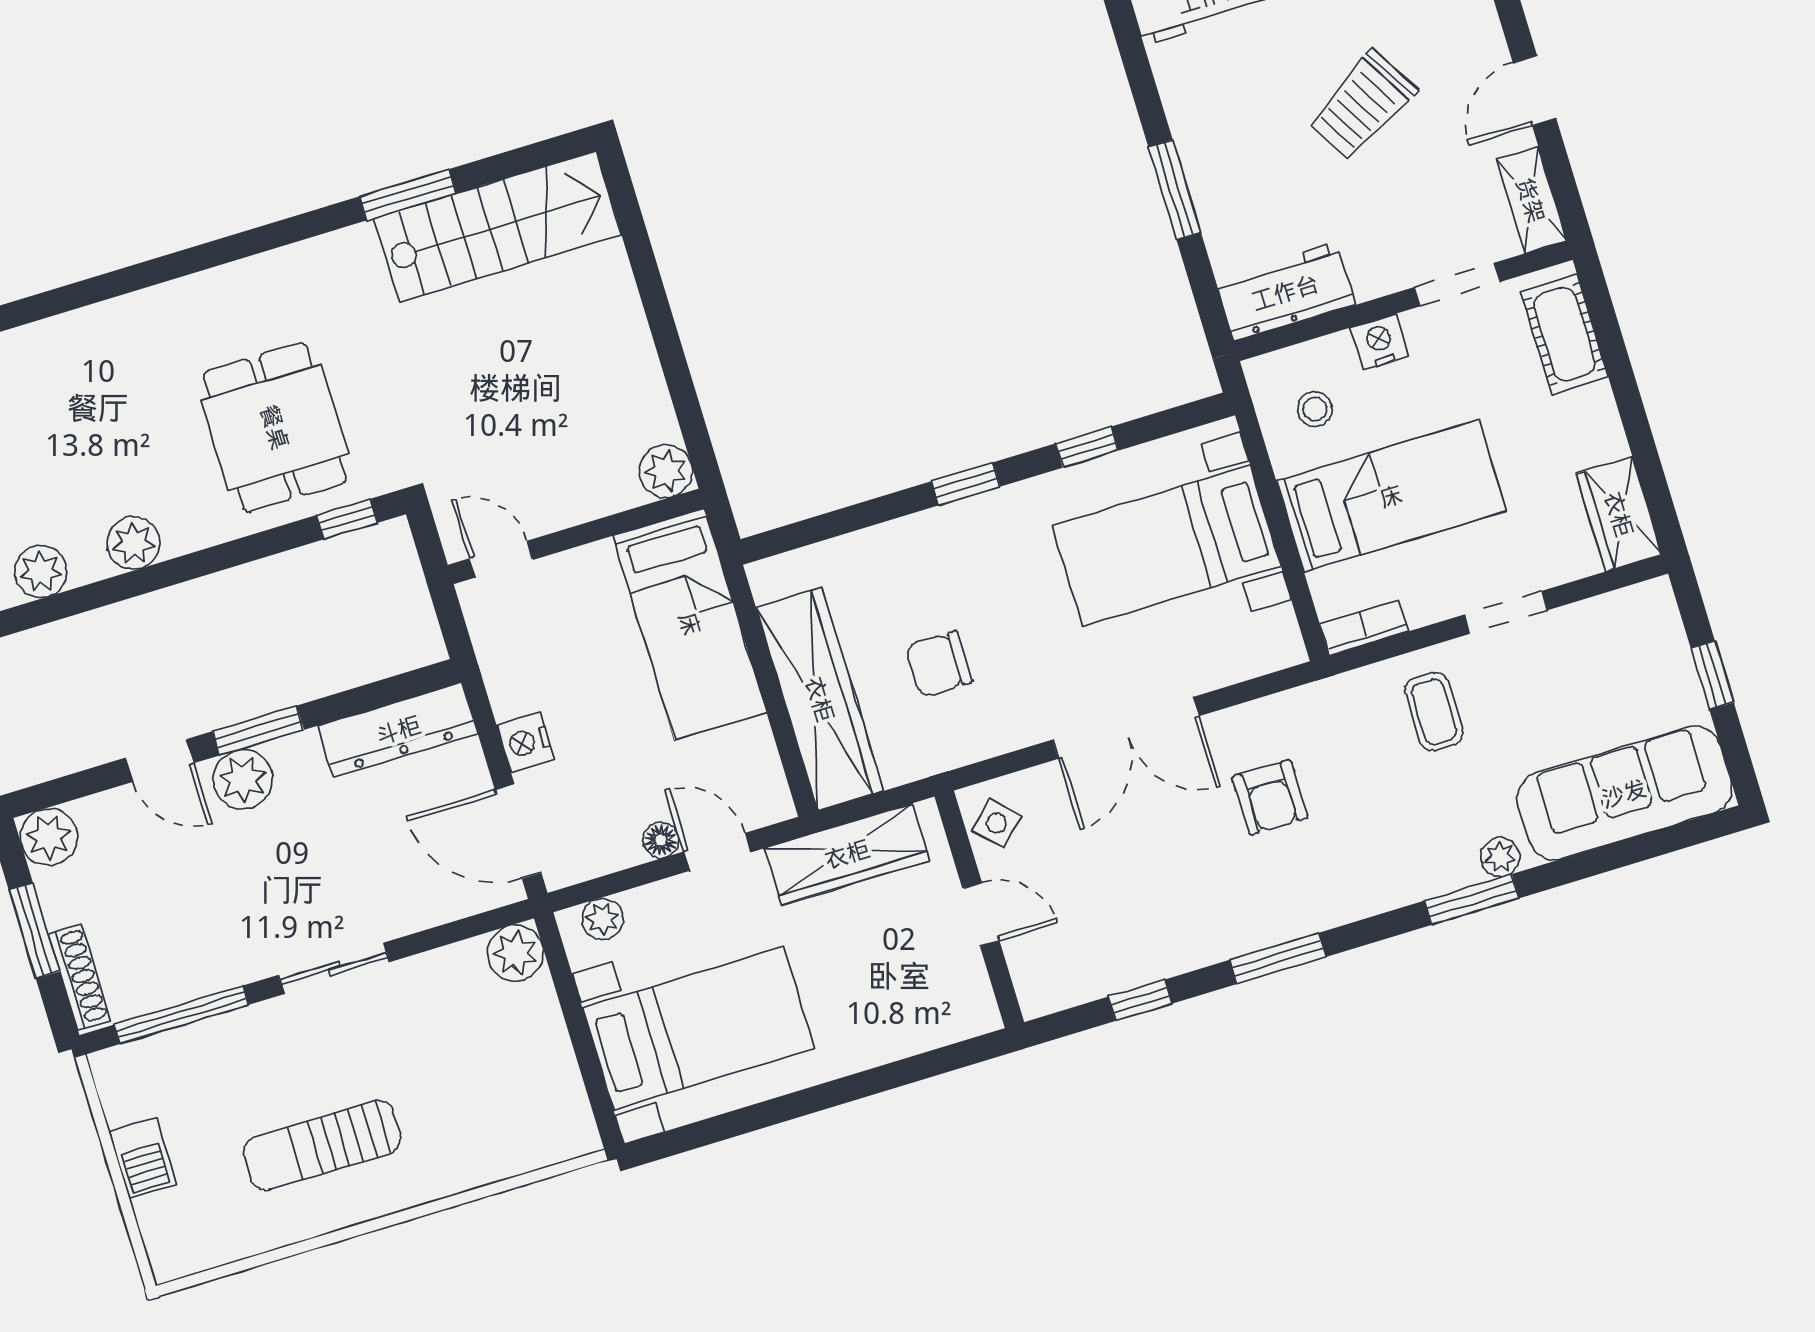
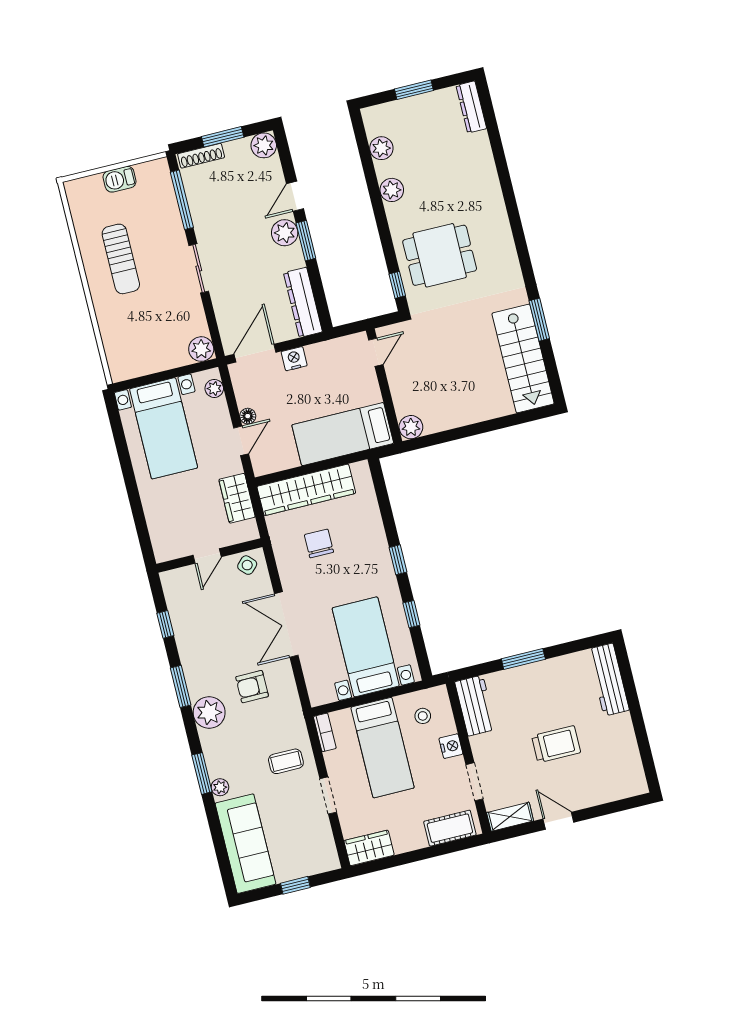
trolley: (1362, 105) -> (556, 744), turned 121
wardrobe: (847, 854) -> (237, 498), width x0.67
plant: (1333, 891) -> (209, 712), added
sun lounger: (322, 1145) -> (121, 259), turned 180

